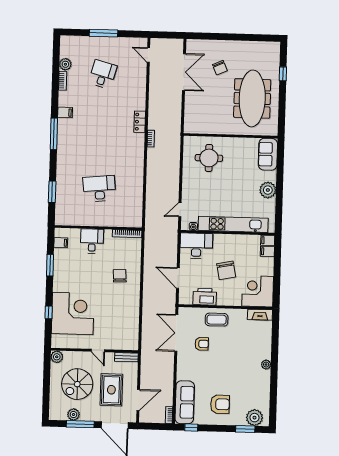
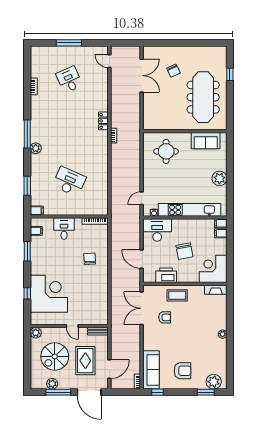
plant: (65, 64) -> (36, 148), moved
desk: (103, 74) -> (69, 80), turned -39
filing cabinet: (65, 112) -> (37, 211), moved
sofa: (268, 154) -> (206, 141), moved, turned -90
desk: (99, 189) -> (69, 182), turned 30

